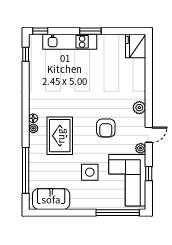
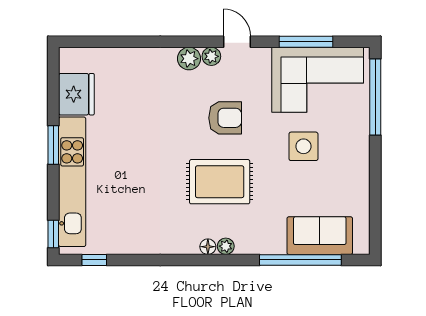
kitchen unit: (70, 42) -> (72, 182), width x1.36
fridge: (136, 46) -> (76, 94), moved, turned -90
rug: (60, 136) -> (220, 182), moved
plant: (141, 148) -> (211, 56), moved
window: (149, 174) -> (306, 42), width x2.17
sofa: (51, 199) -> (320, 236), moved, turned 90

